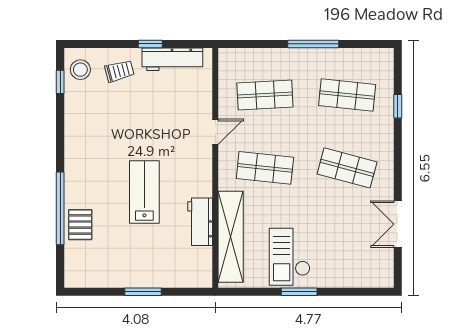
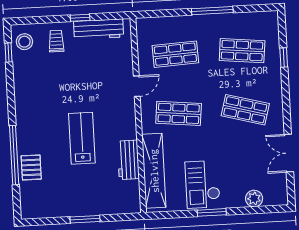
trolley: (119, 71) -> (56, 41), turned -75
plant: (352, 278) -> (254, 198), added

